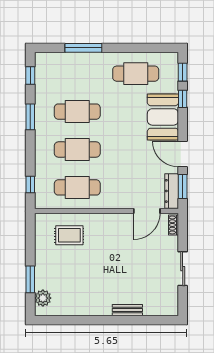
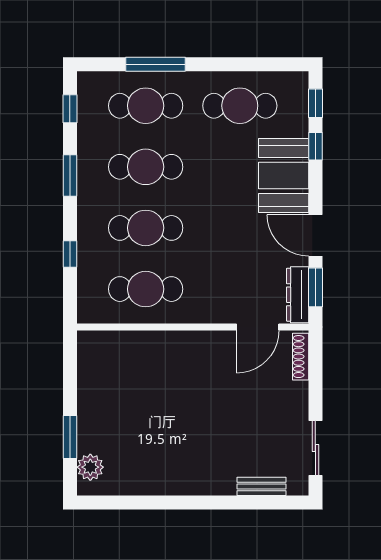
cafe table: (77, 74) -> (146, 106), added
window: (30, 185) -> (70, 254), moved
shoe rack: (173, 225) -> (301, 357), width x1.43
rug: (69, 235) -> (133, 366), removed
sliding door: (183, 269) -> (315, 448), moved
bench: (127, 310) -> (262, 486), moved

